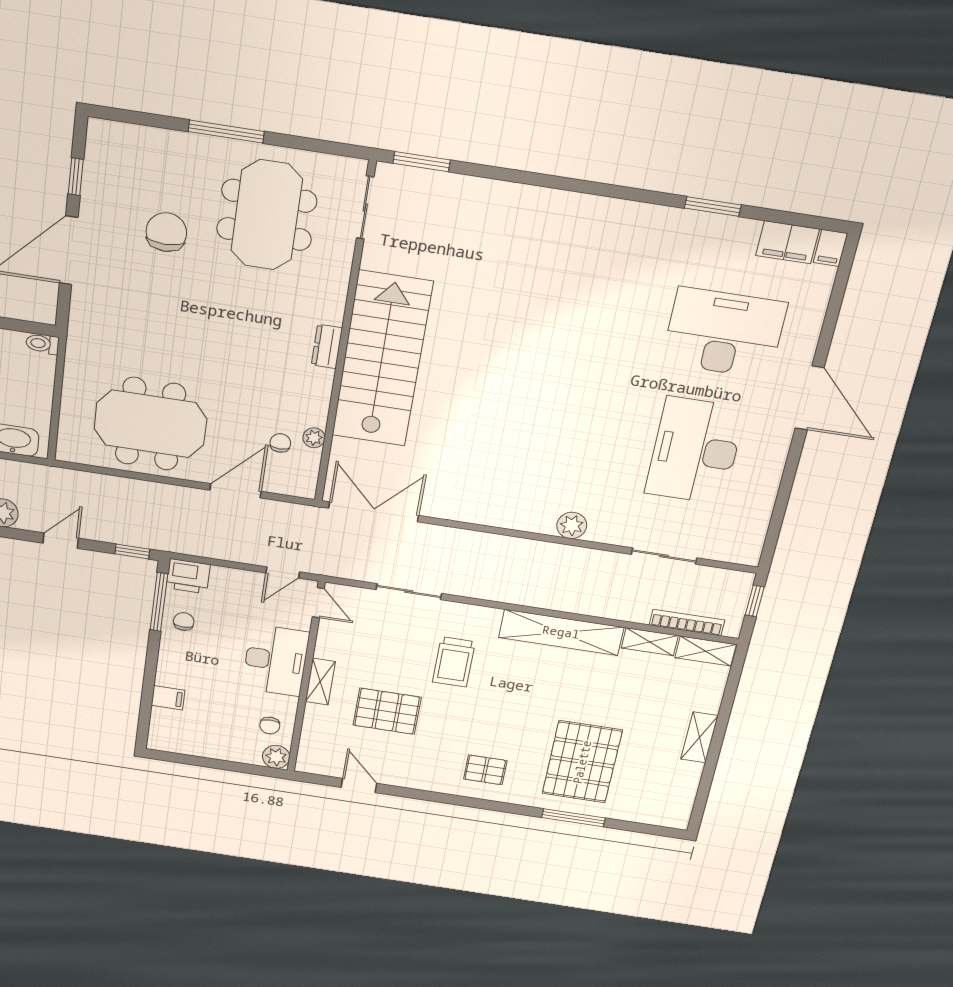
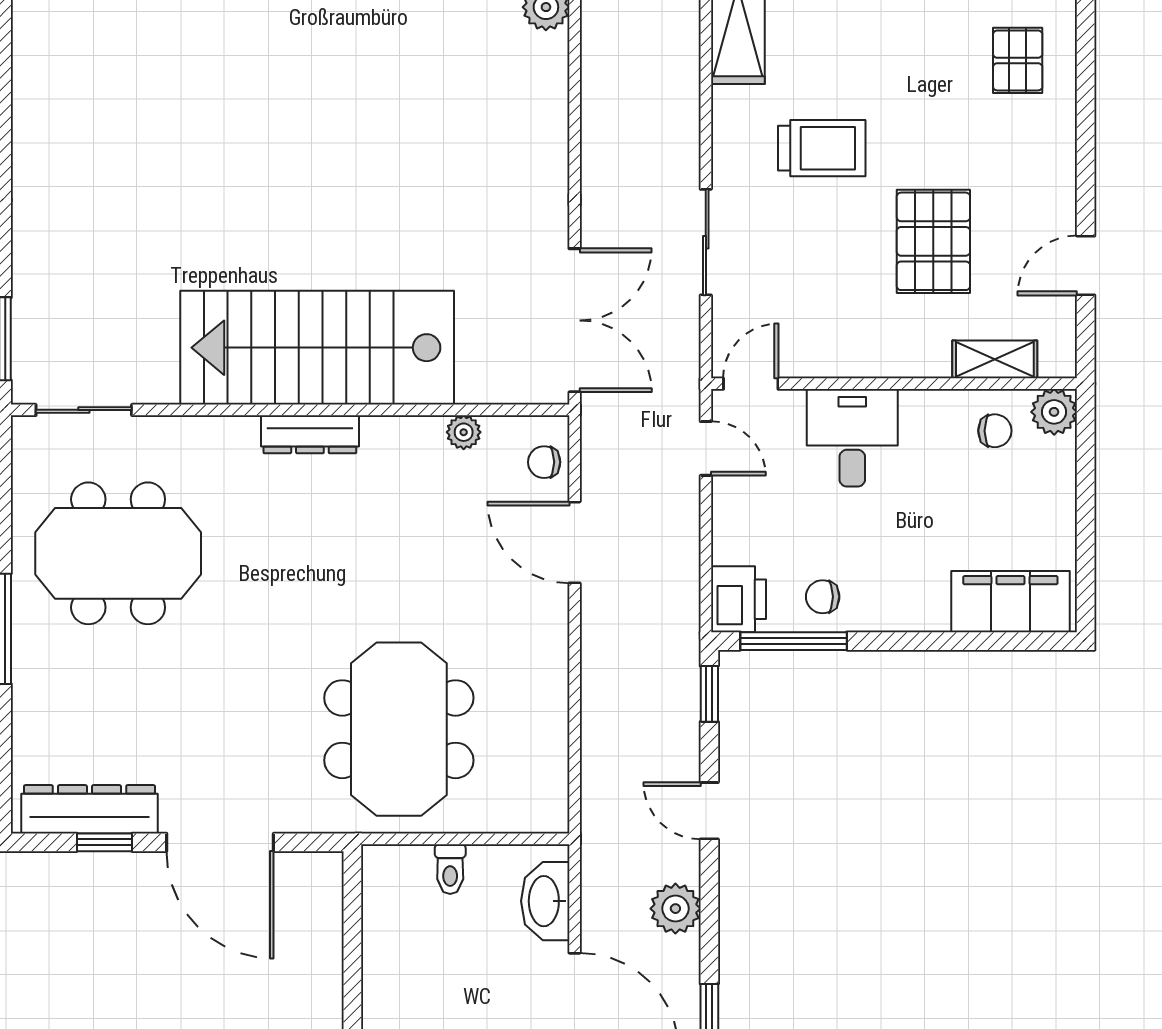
dresser: (99, 170) -> (89, 809), added
chair: (166, 232) -> (168, 699), removed
toilet: (42, 344) -> (450, 869), moved
dresser: (327, 346) -> (310, 434), width x1.44
meeting table: (150, 424) -> (399, 729), moved
chair: (280, 443) -> (544, 462), moved
double door: (374, 512) -> (575, 320), swing flipped
desk: (276, 660) -> (852, 438), width x0.73
shelving: (320, 682) -> (995, 359), moved
filing cabinet: (168, 698) -> (1010, 602), width x3.00, depth x1.17

